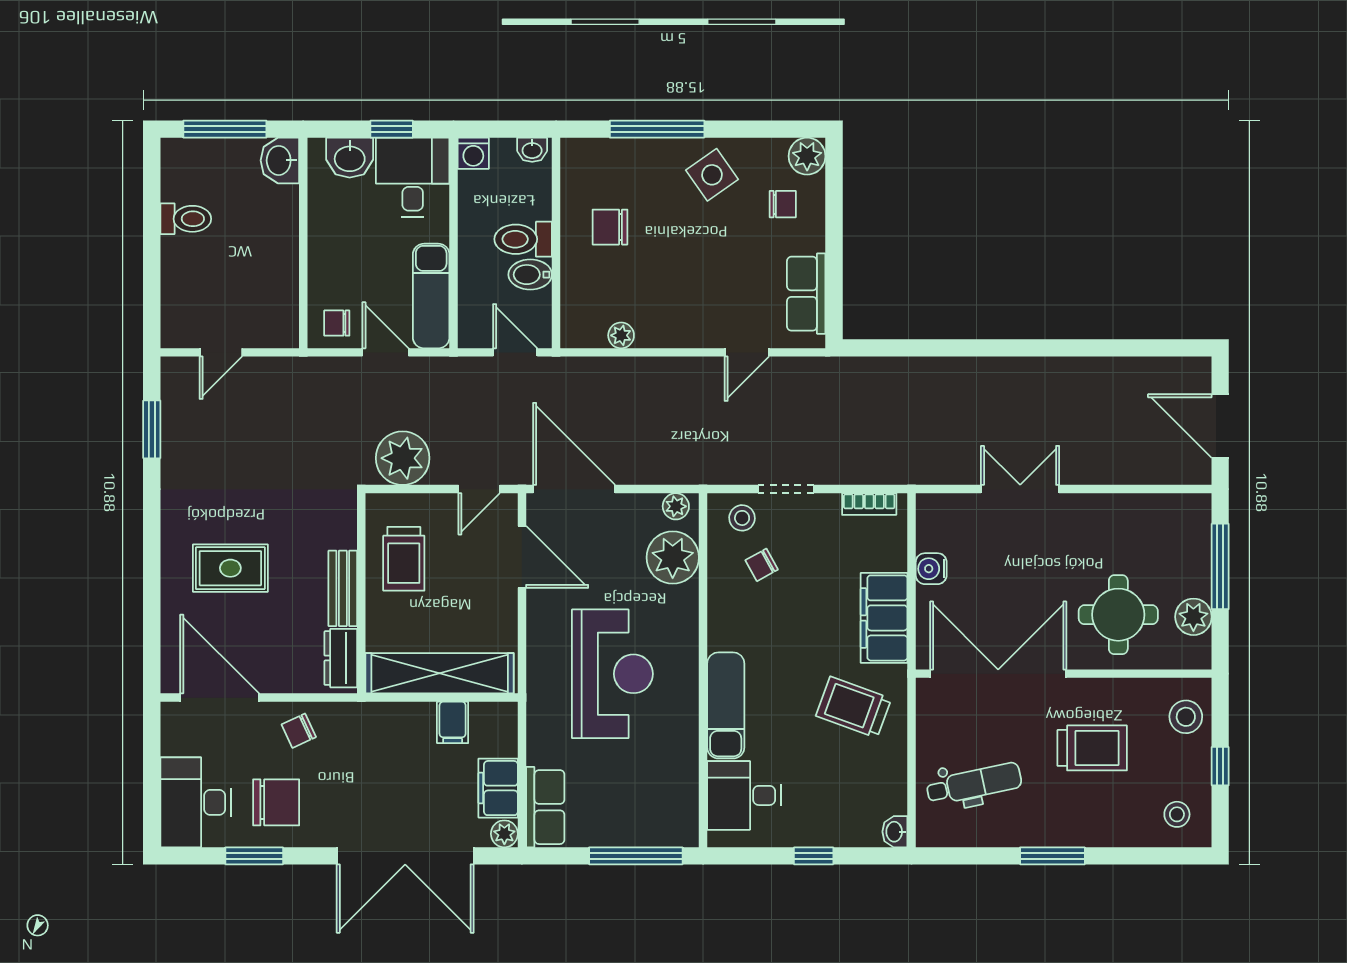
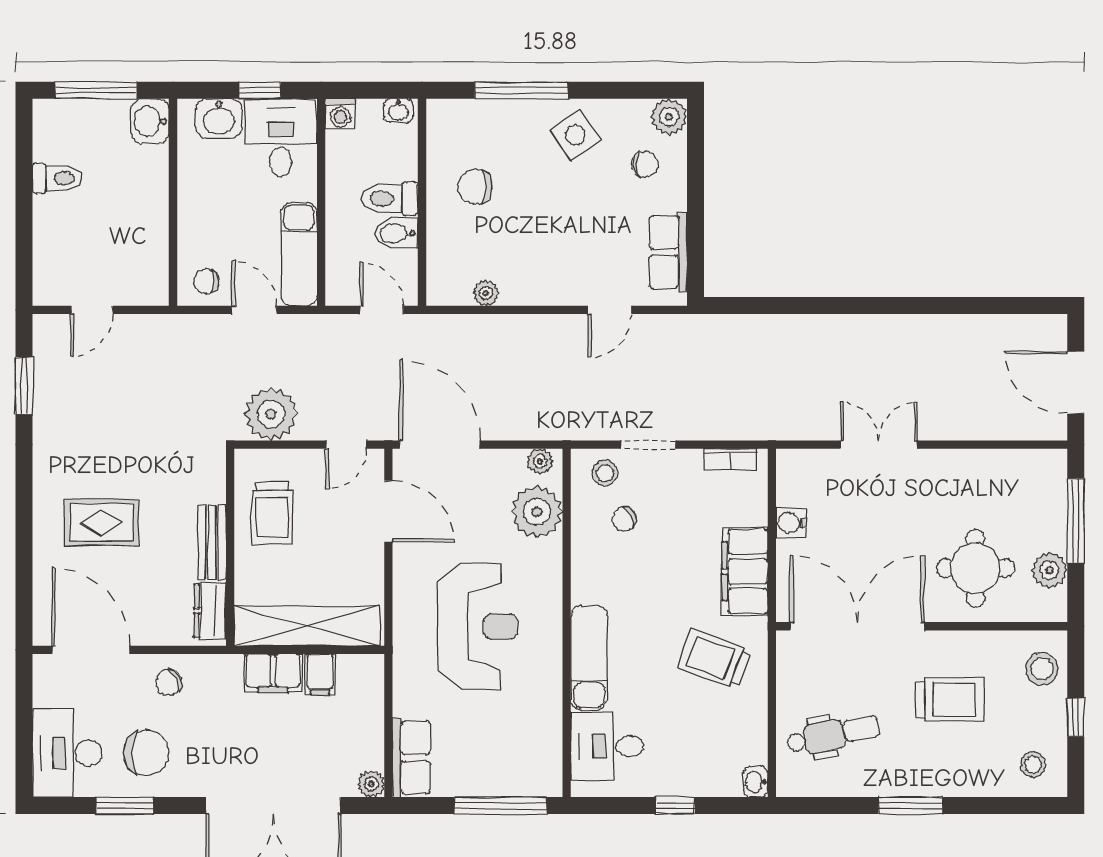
filing cabinet: (498, 788) -> (273, 673), moved, turned -90

